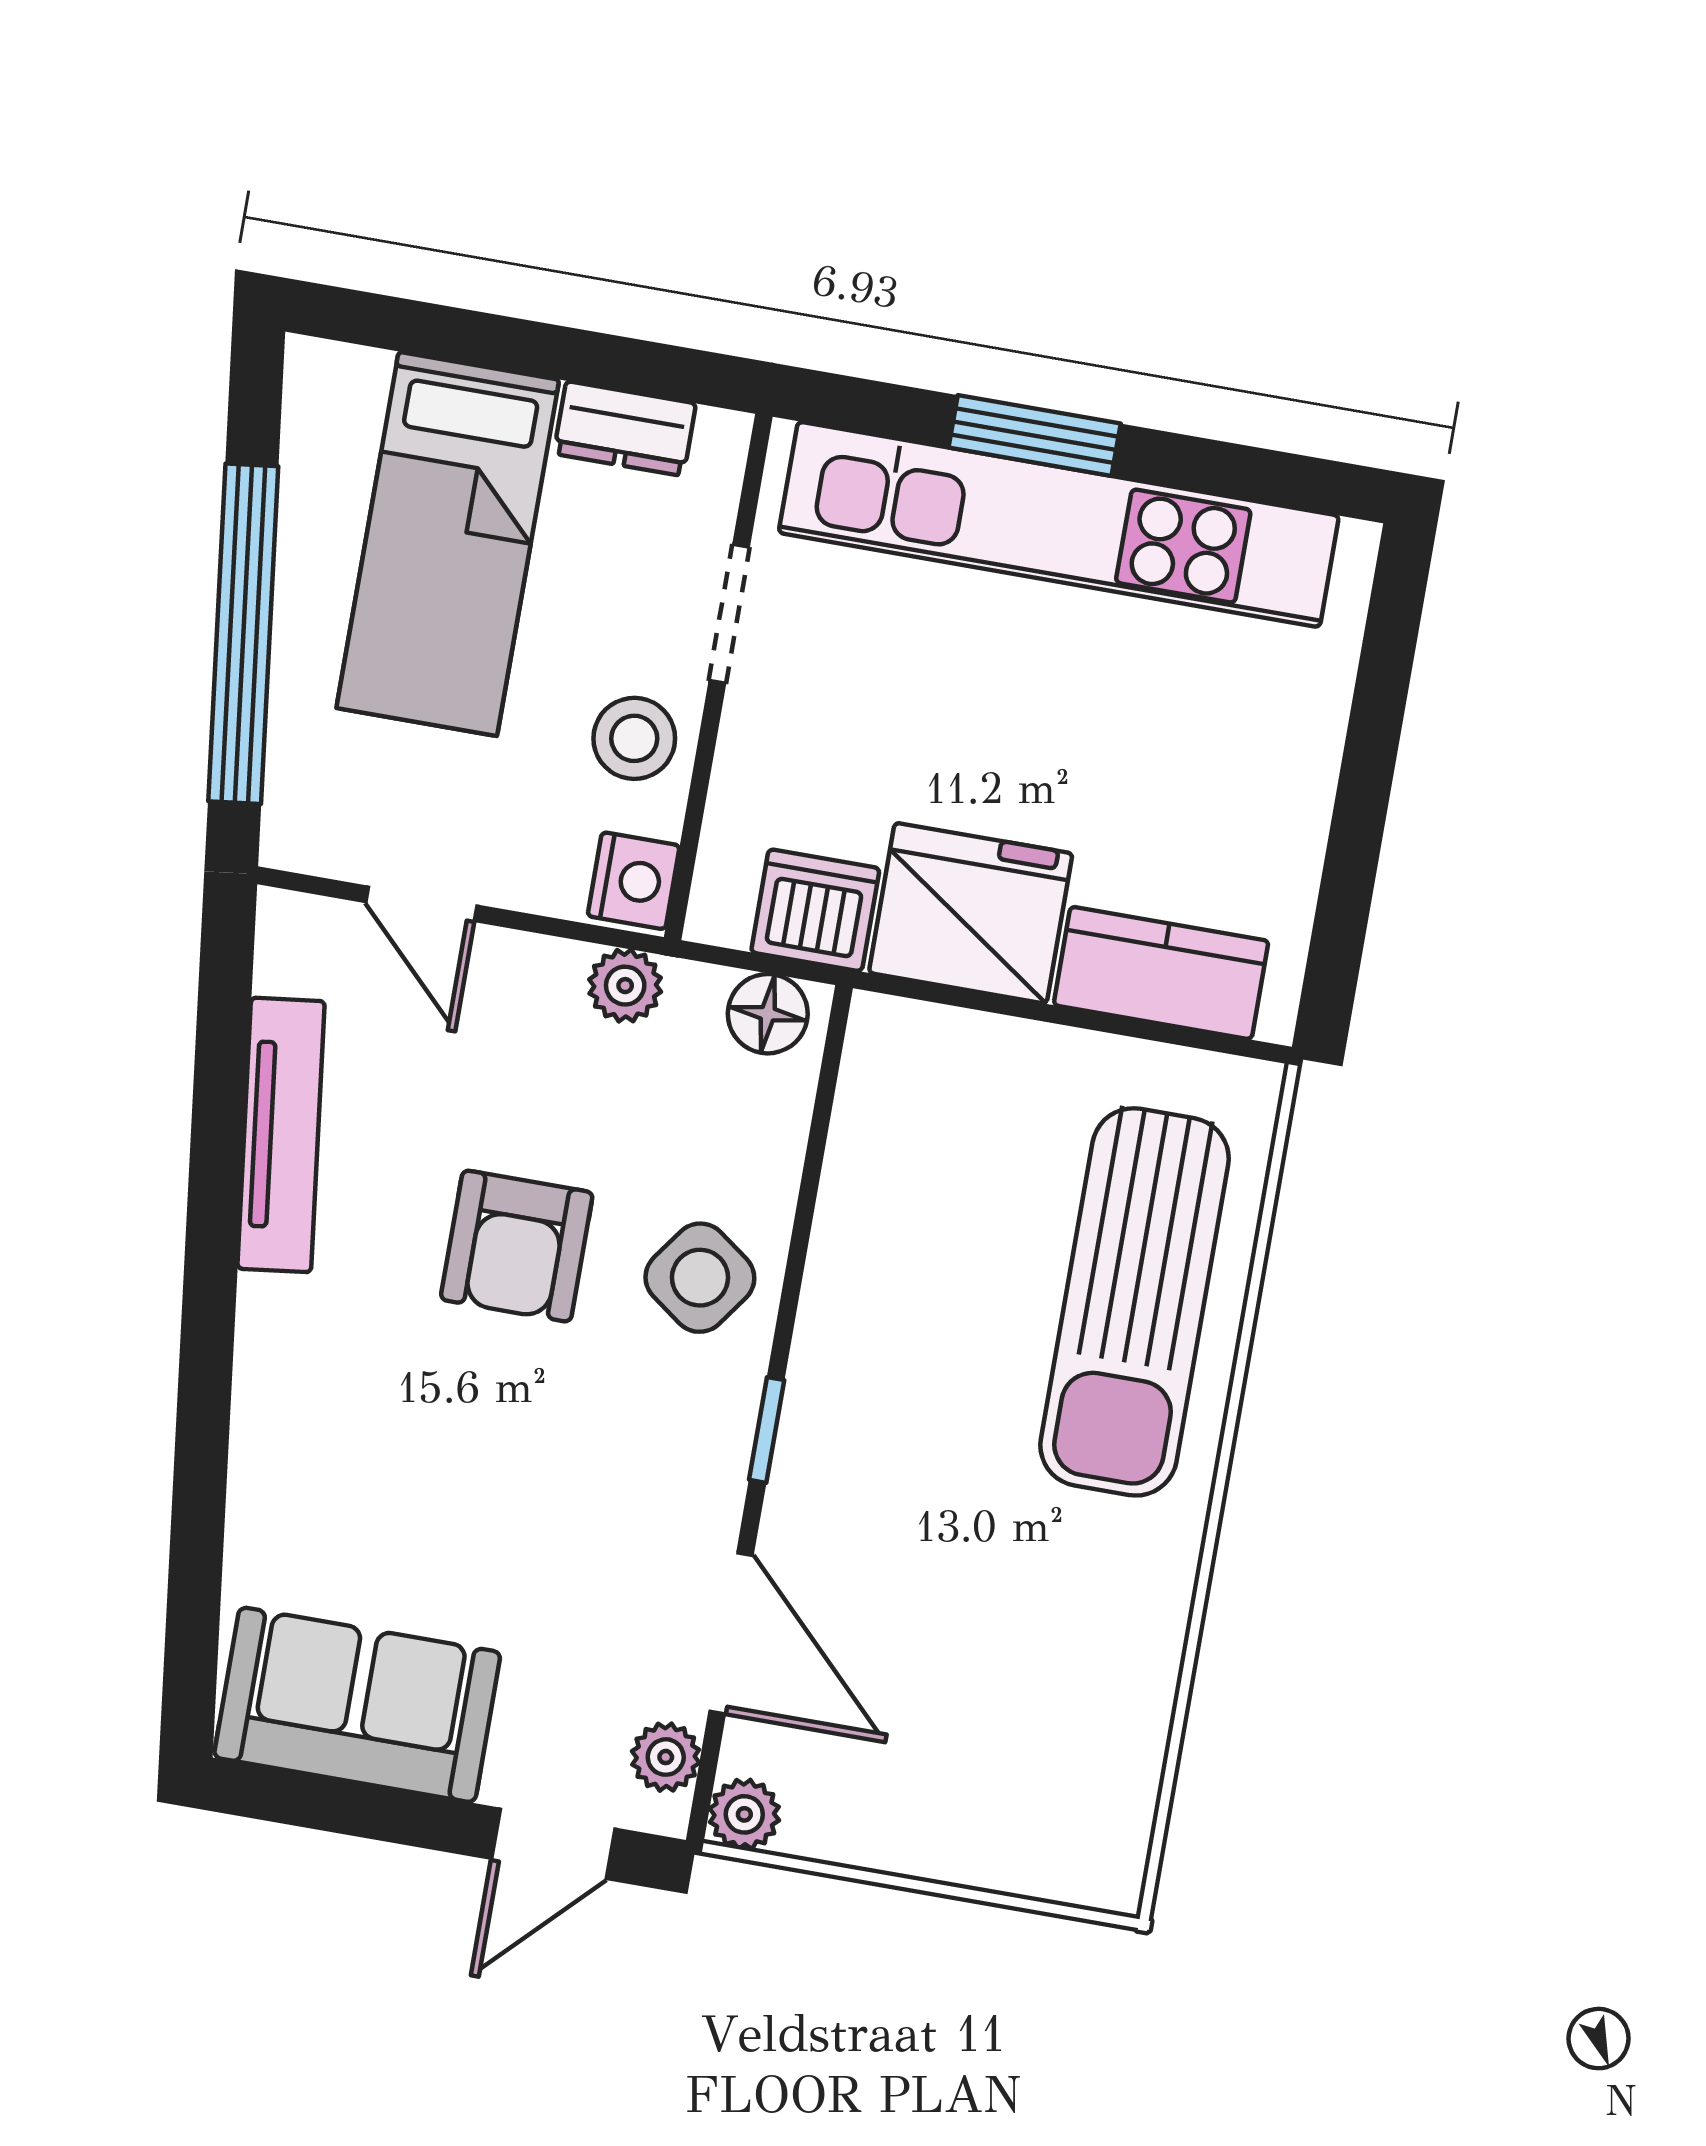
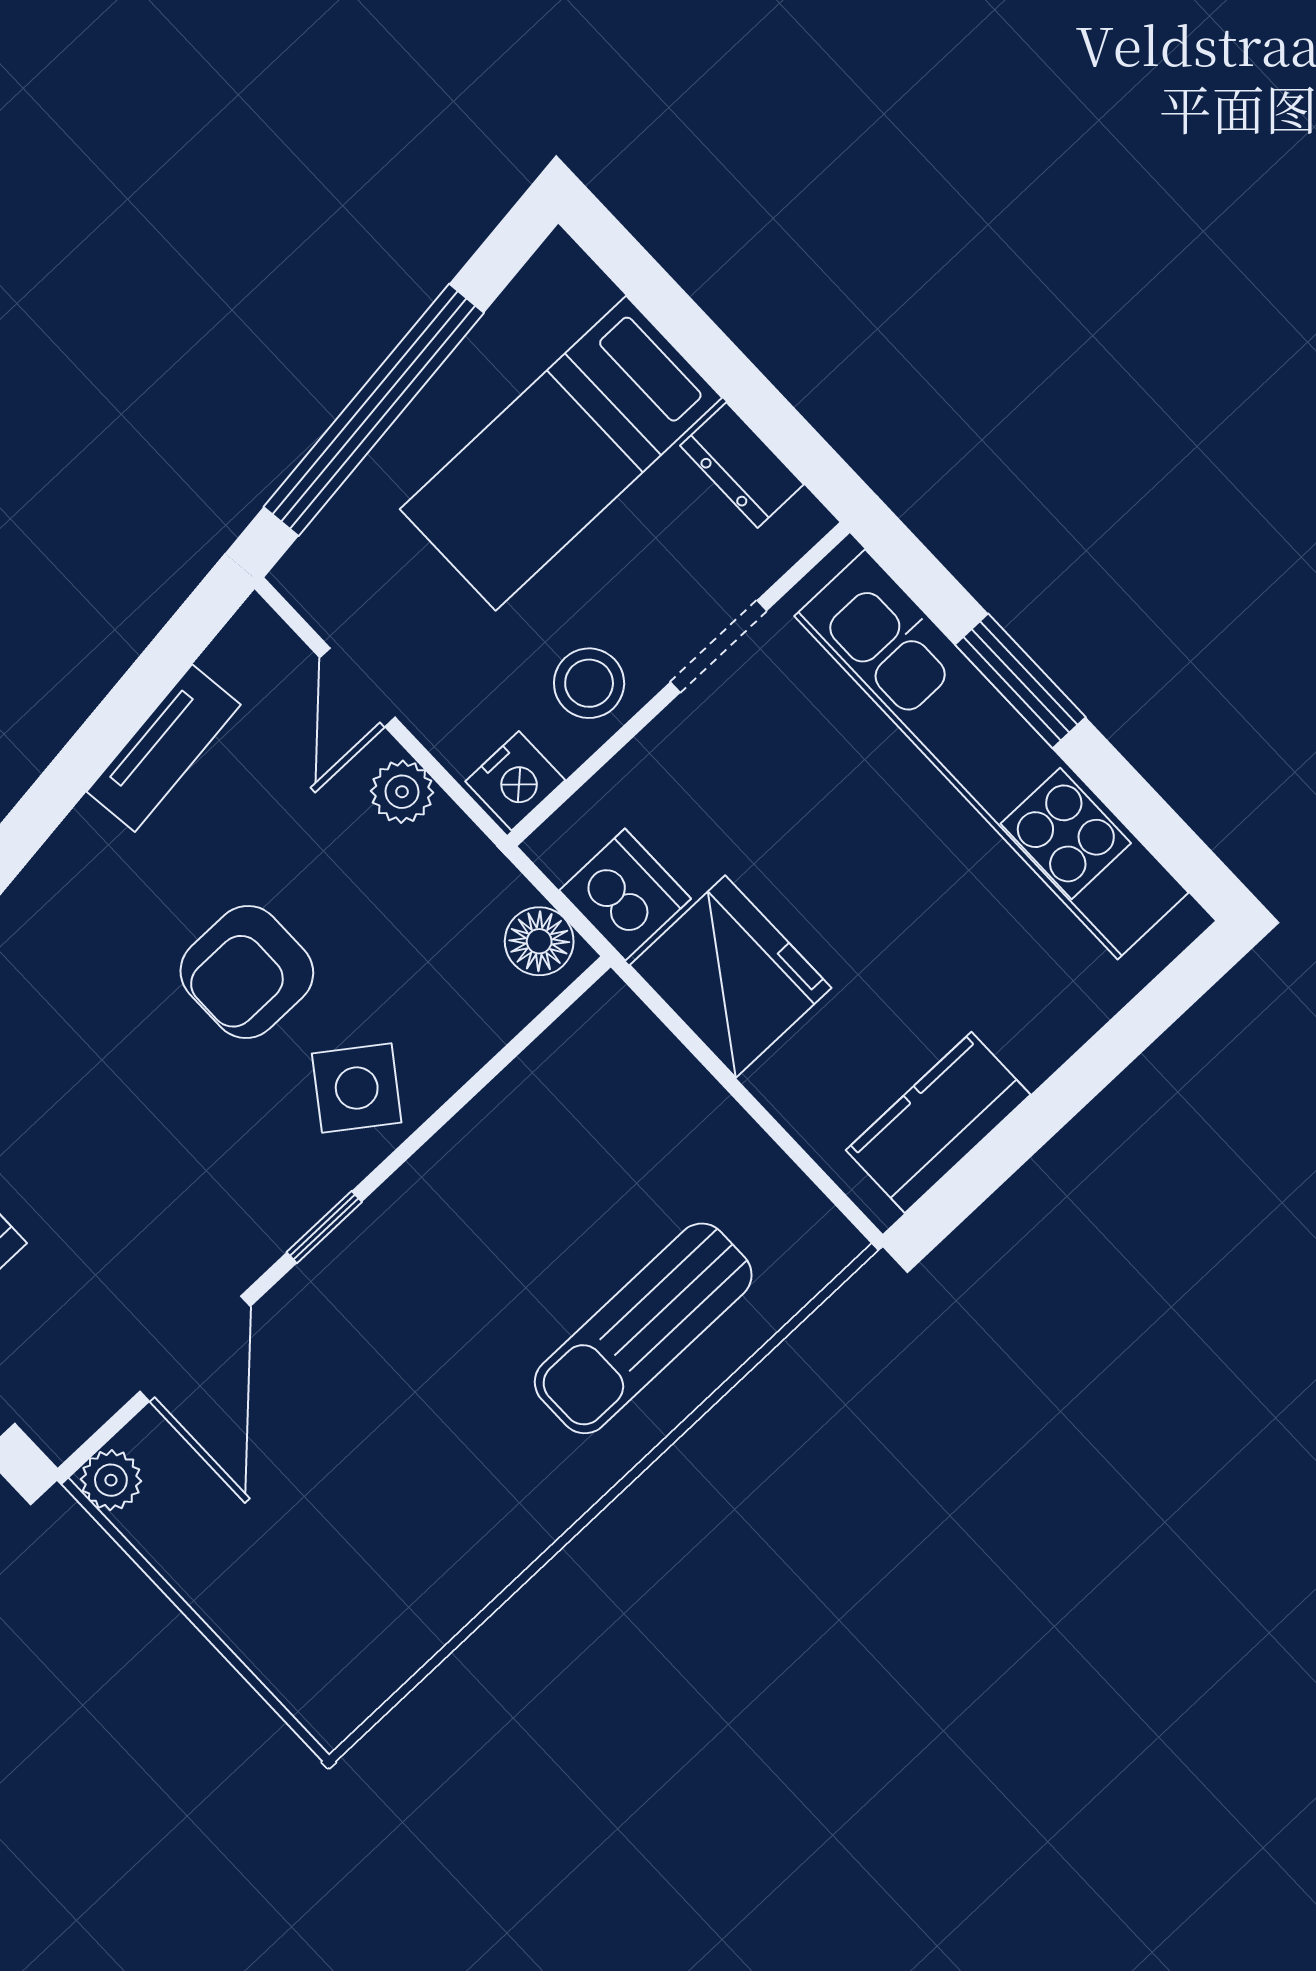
kitchen counter: (1161, 973) -> (938, 1122), moved, turned -90
plant: (625, 986) -> (402, 792), moved
tv unit: (281, 1135) -> (164, 748), width x0.71
sun lounger: (1135, 1302) -> (643, 1328), width x0.73, depth x0.75
plant: (666, 1757) -> (86, 1400), removed

